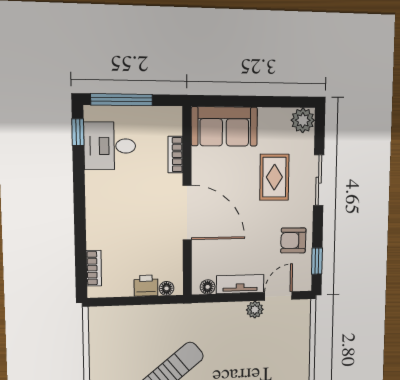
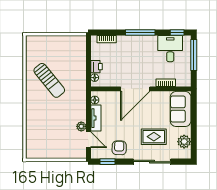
plant: (303, 120) -> (184, 142), moved
sliding door: (319, 180) -> (152, 162), width x1.37
window: (80, 204) -> (140, 32), added

